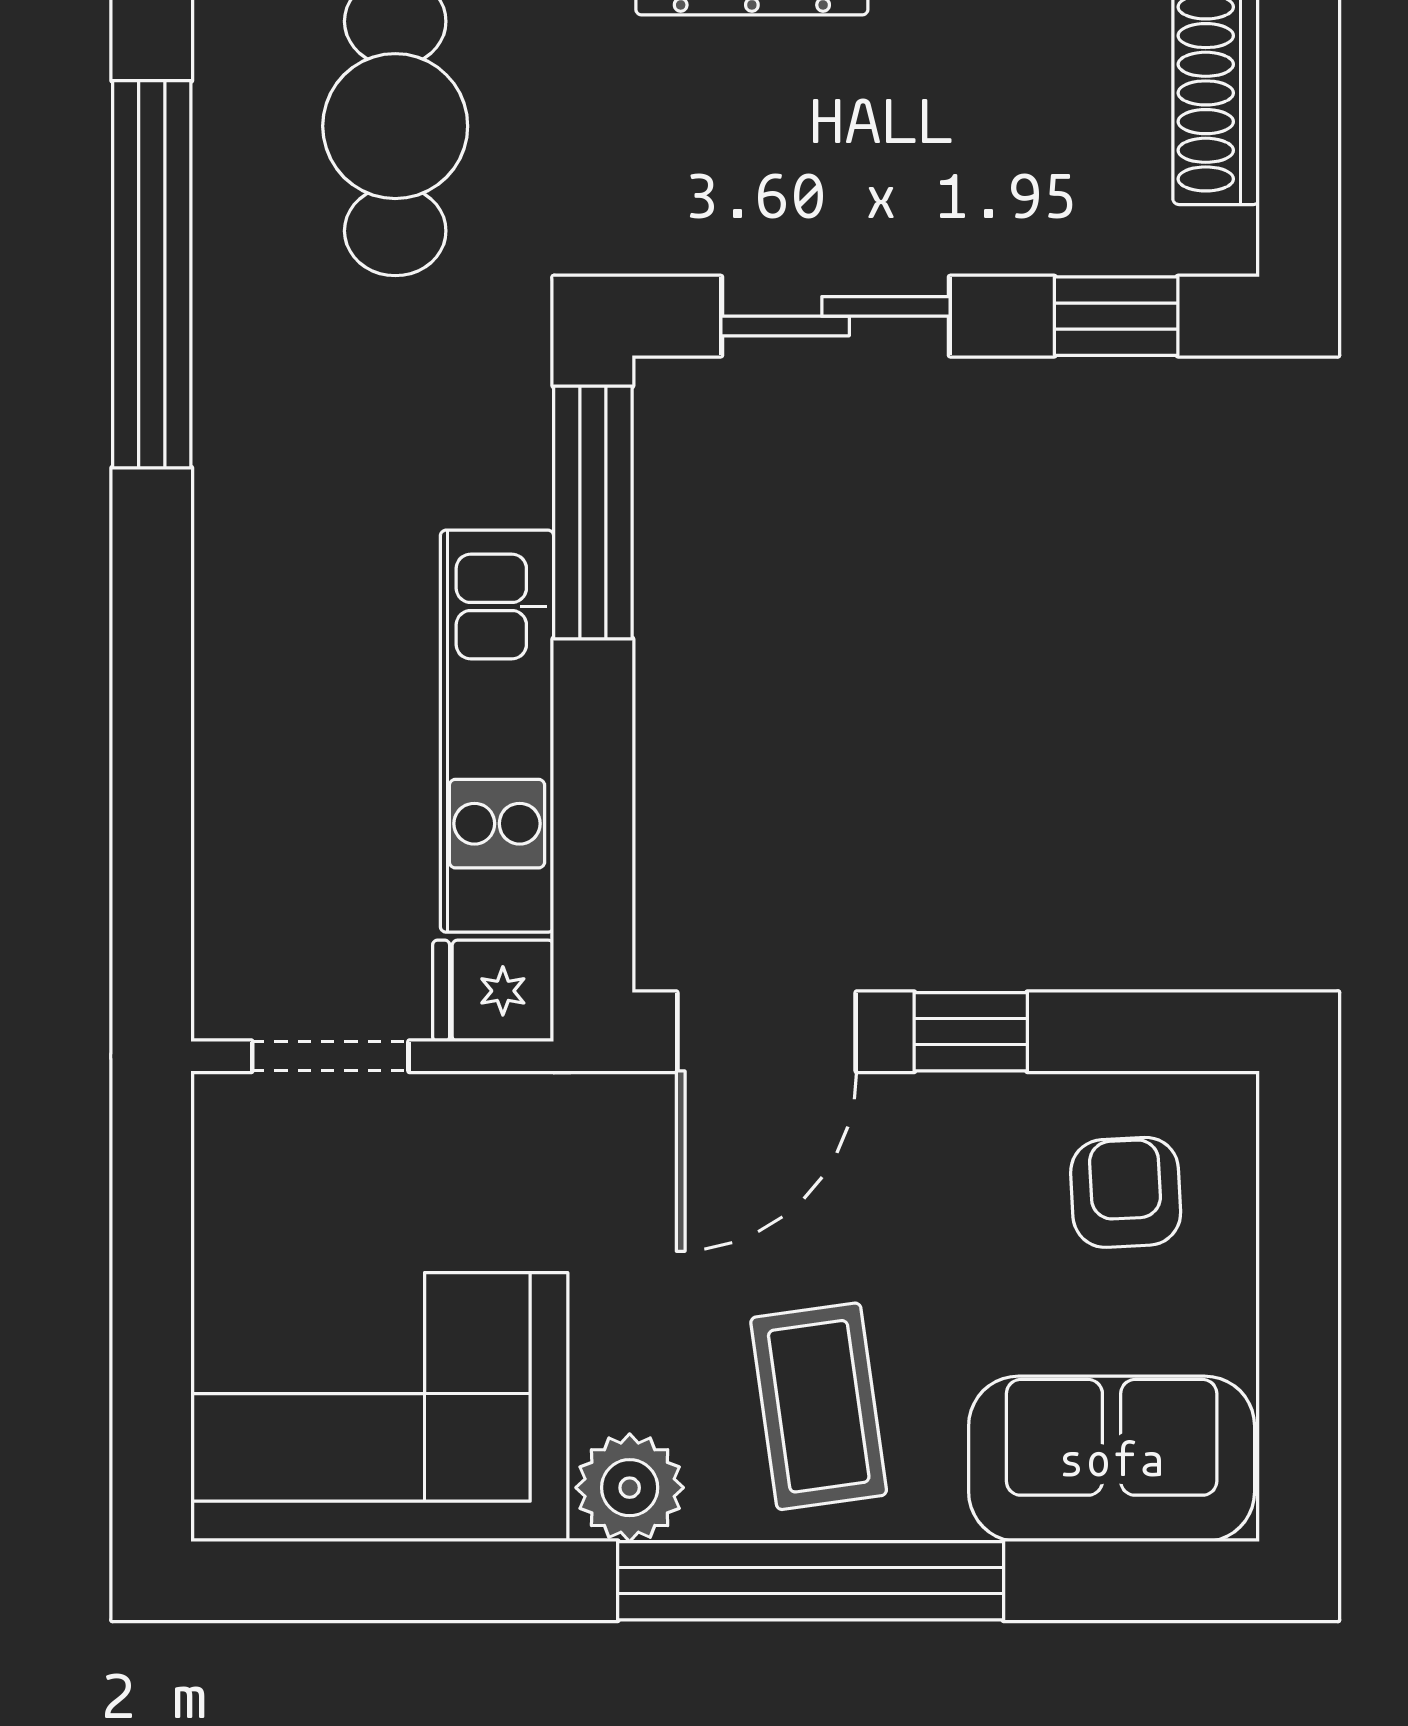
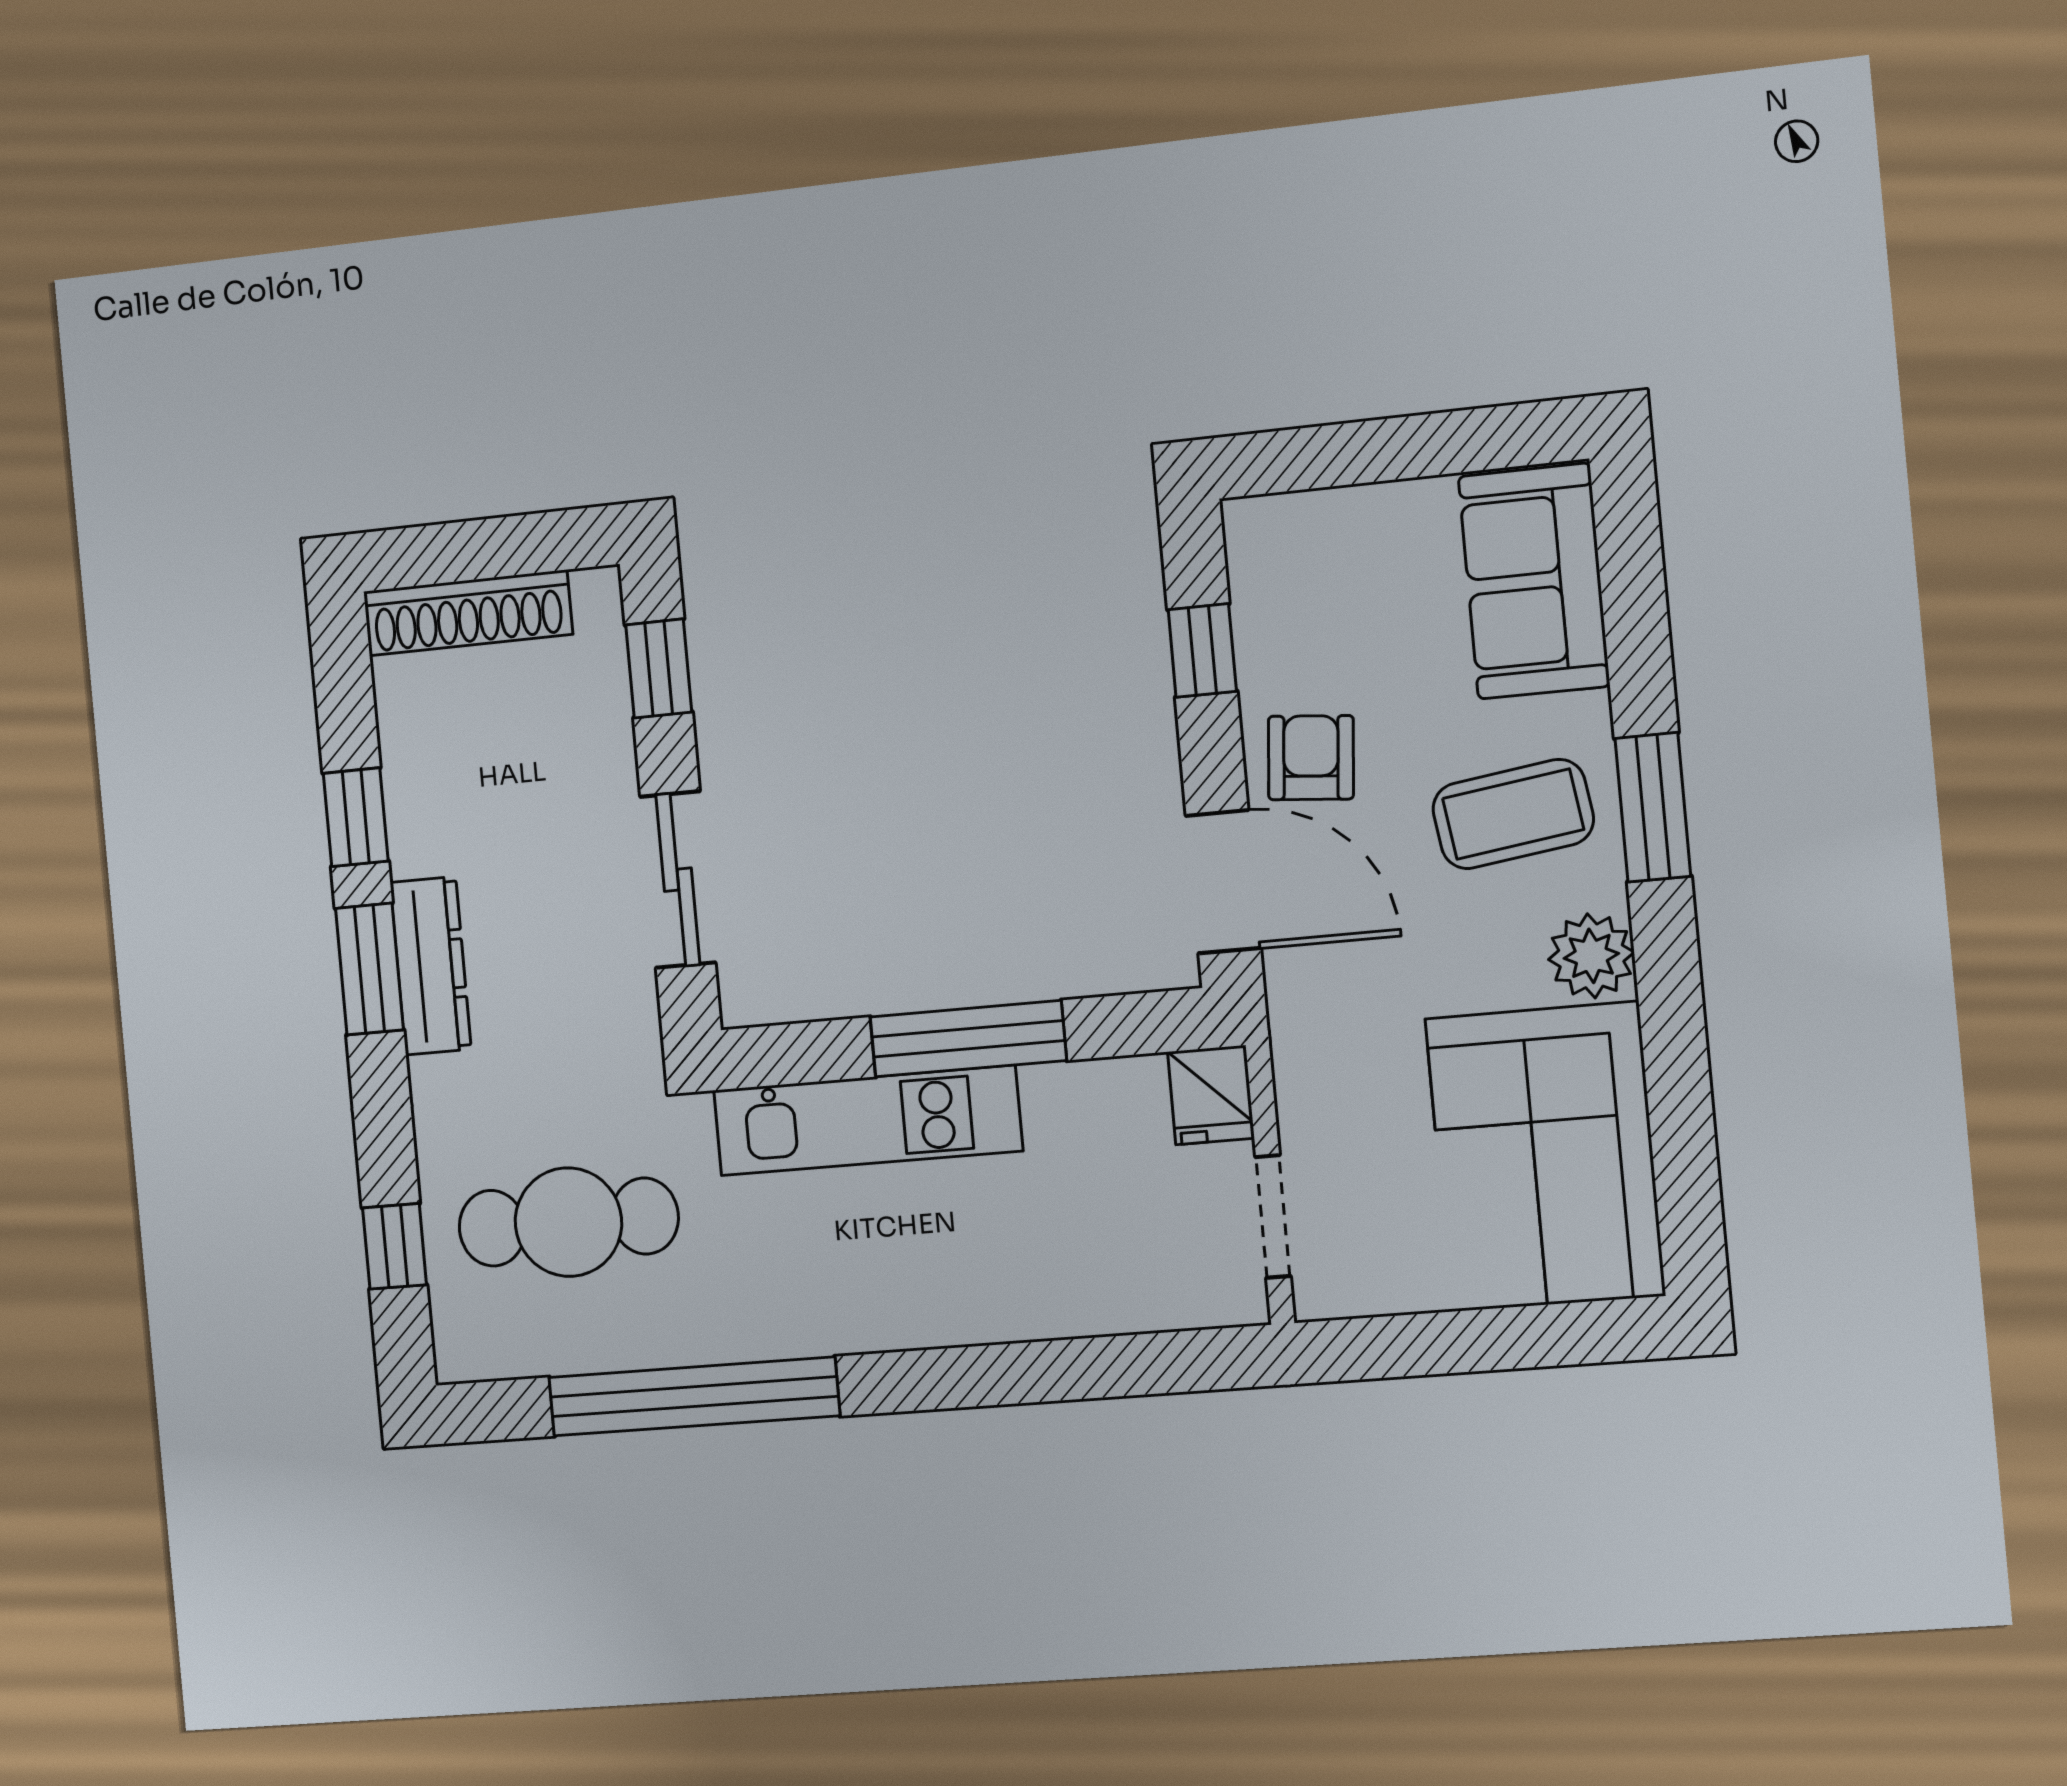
window: (593, 512) -> (968, 1039), moved
kitchen unit: (497, 731) -> (867, 1121), moved
window: (971, 1032) -> (1202, 650), moved
armchair: (1126, 1192) -> (1311, 758), moved, turned 98
window: (811, 1581) -> (1653, 807), width x0.47

